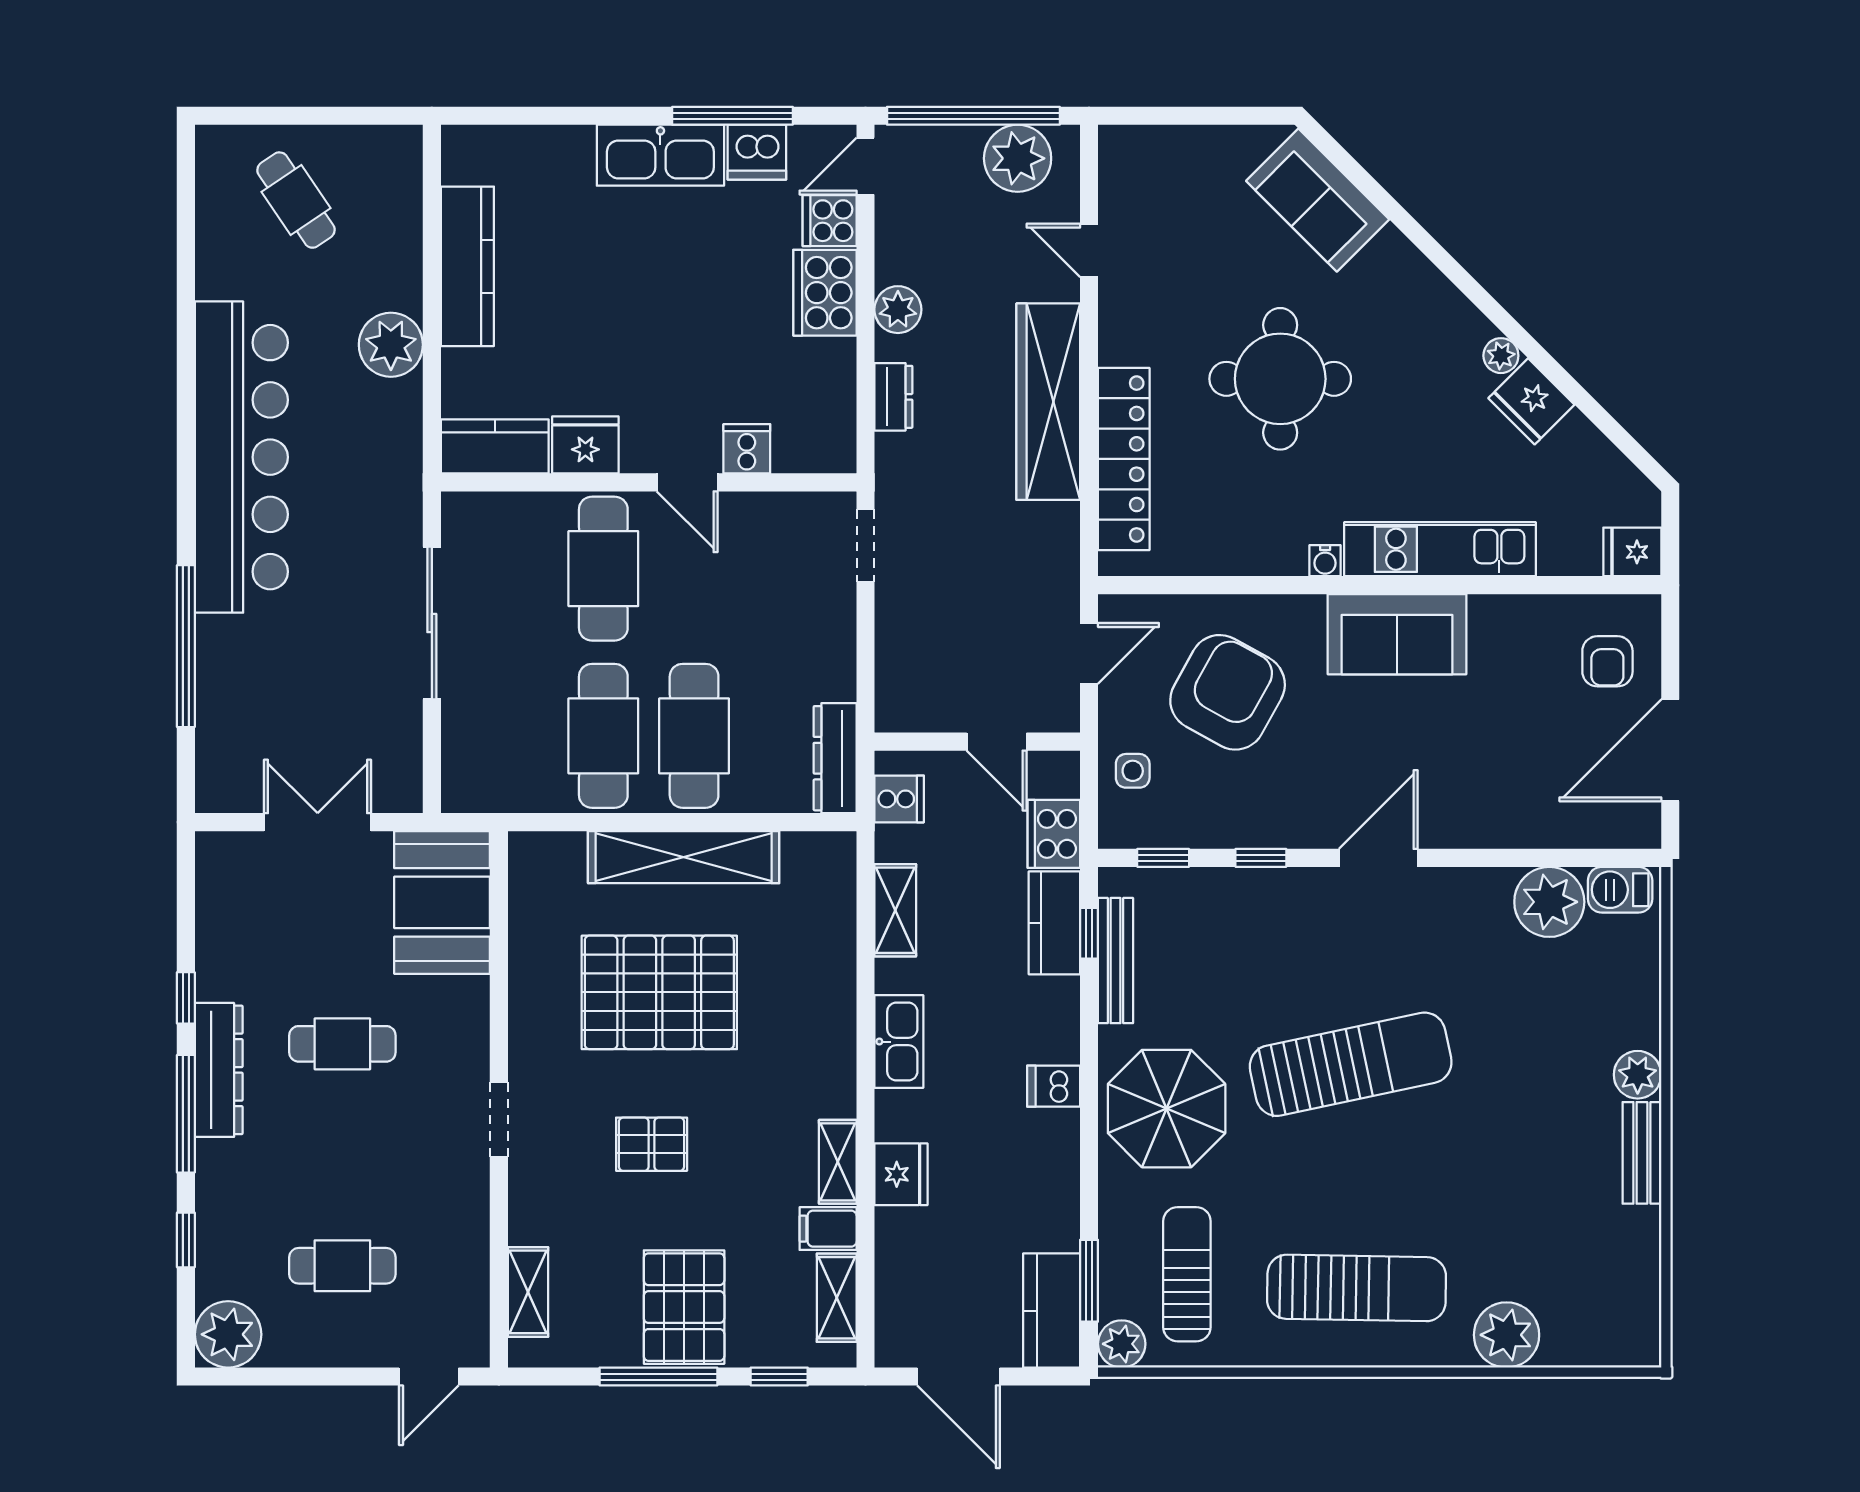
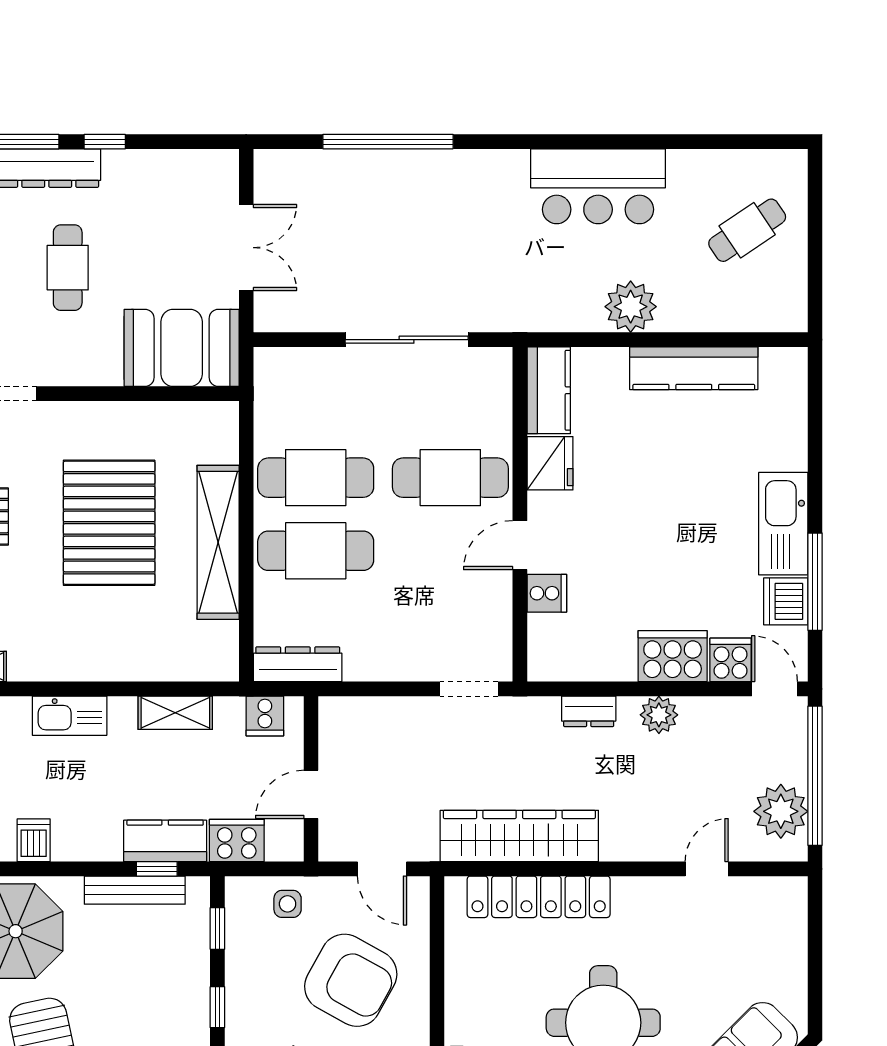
wardrobe: (1048, 402) -> (519, 836), moved
bar counter: (241, 457) -> (598, 186), width x0.54

